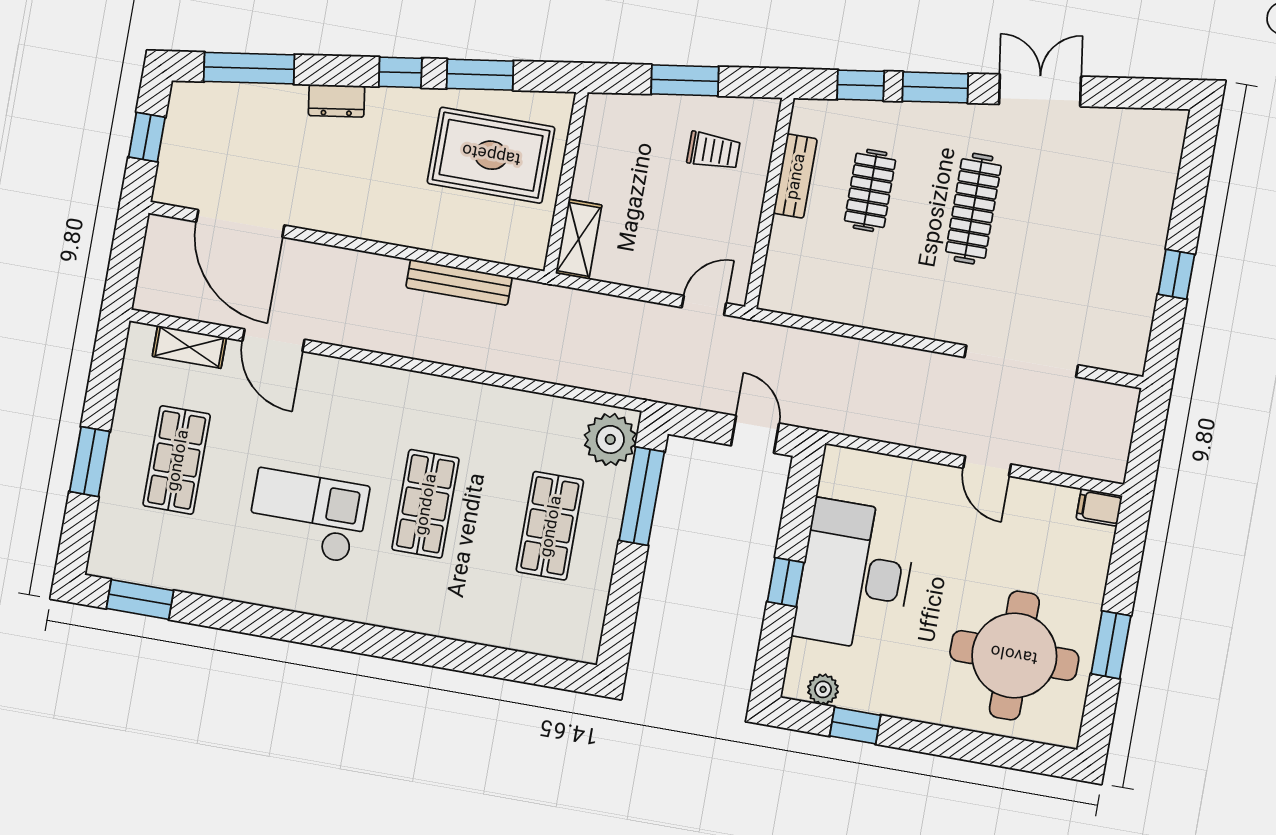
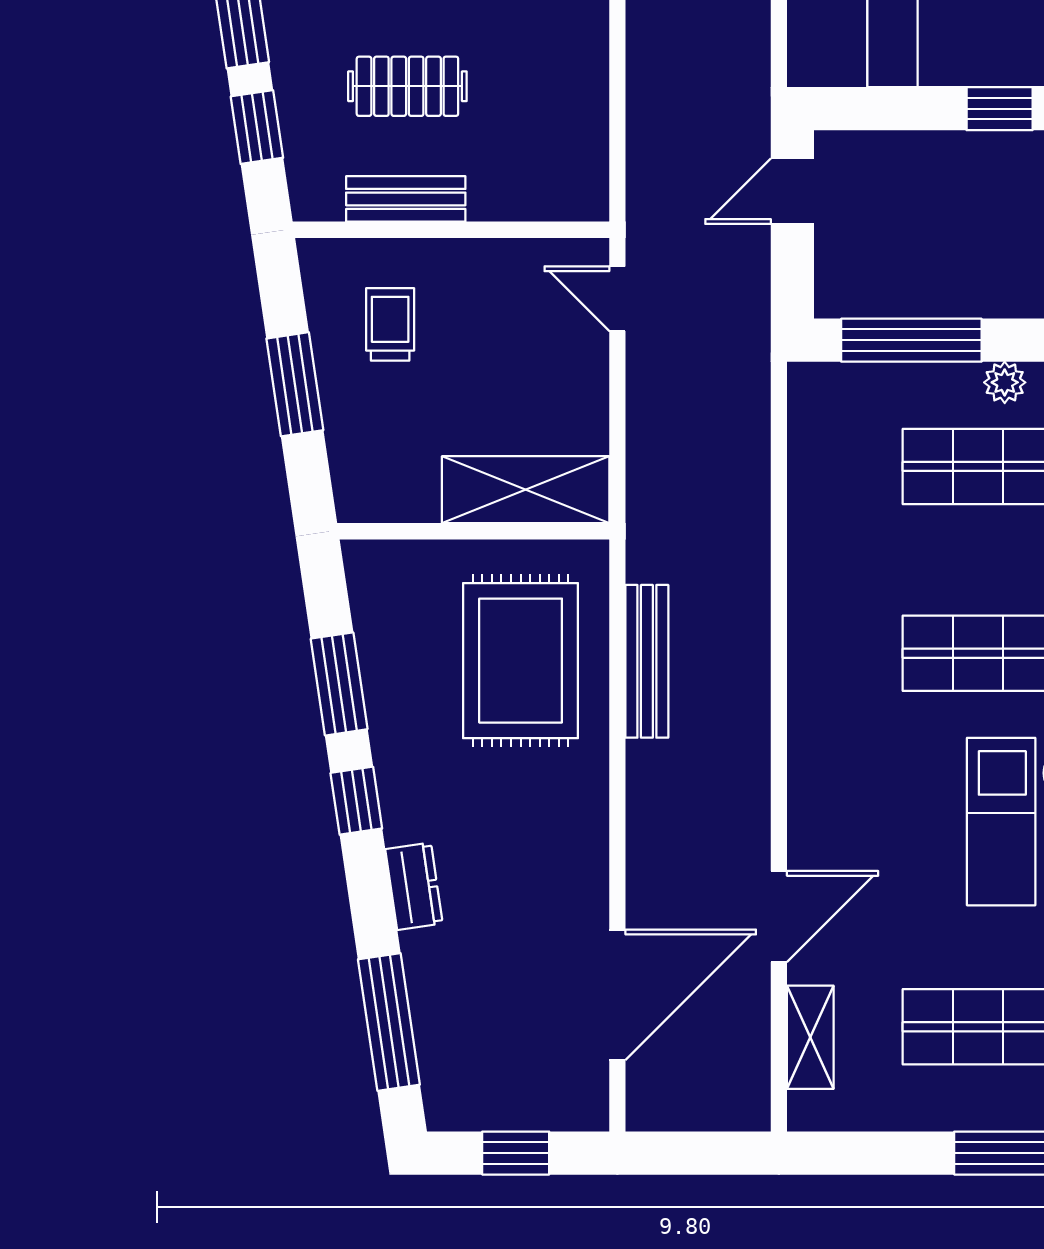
rug: (491, 155) -> (521, 661), moved
shelving: (579, 239) -> (526, 490), width x1.50, depth x1.33
plant: (610, 439) -> (1005, 382), moved, width x0.53, depth x0.53

